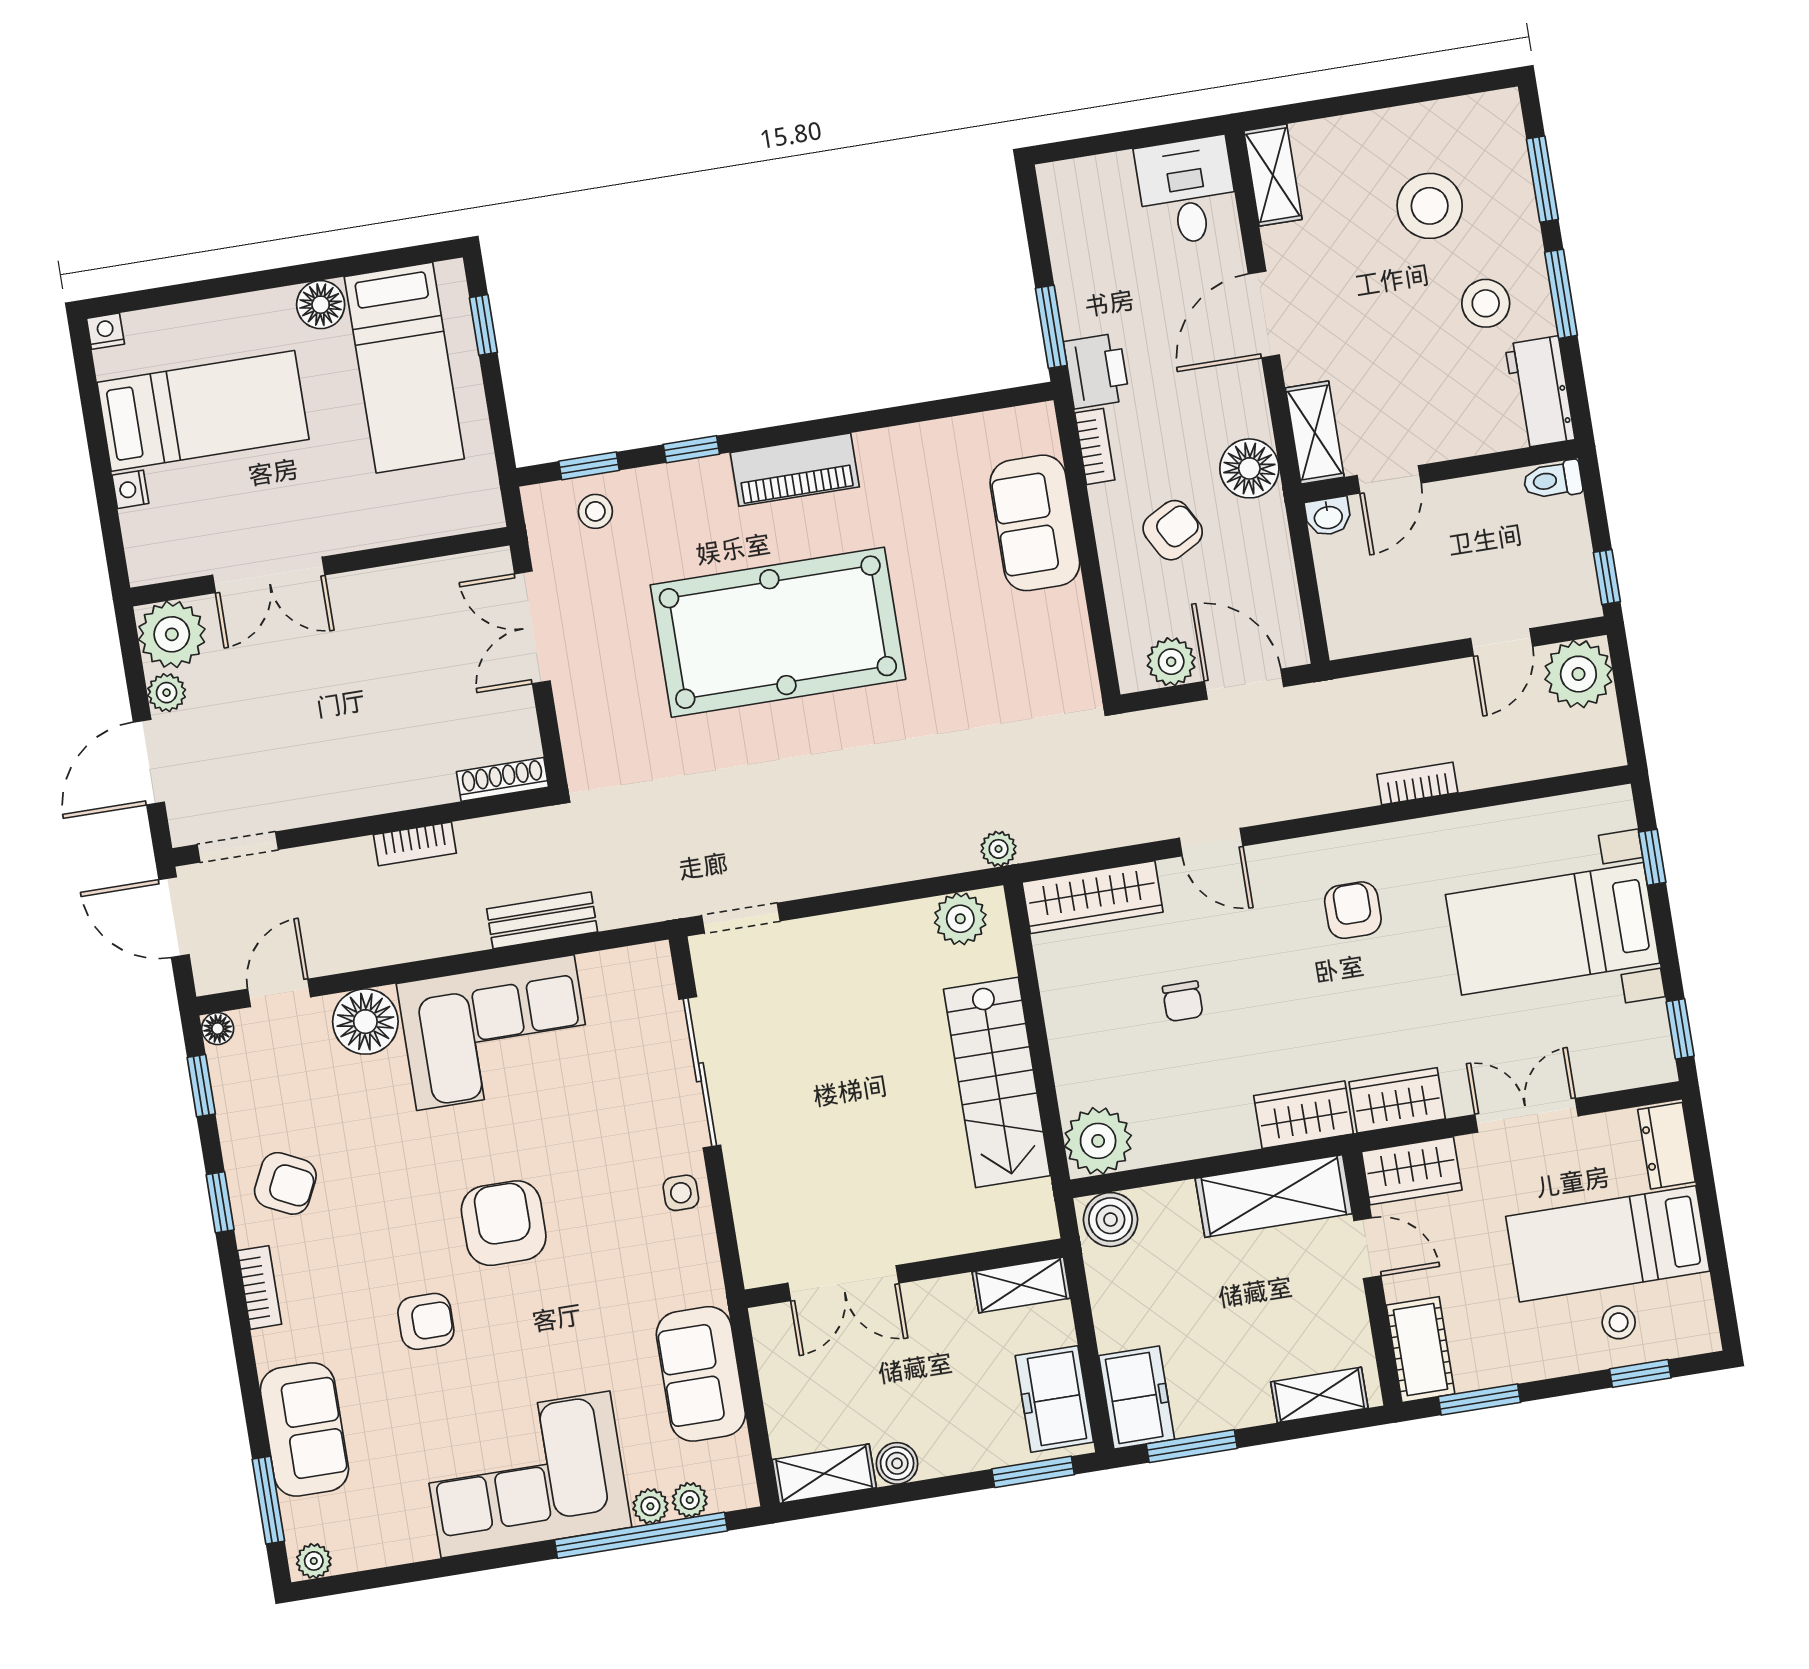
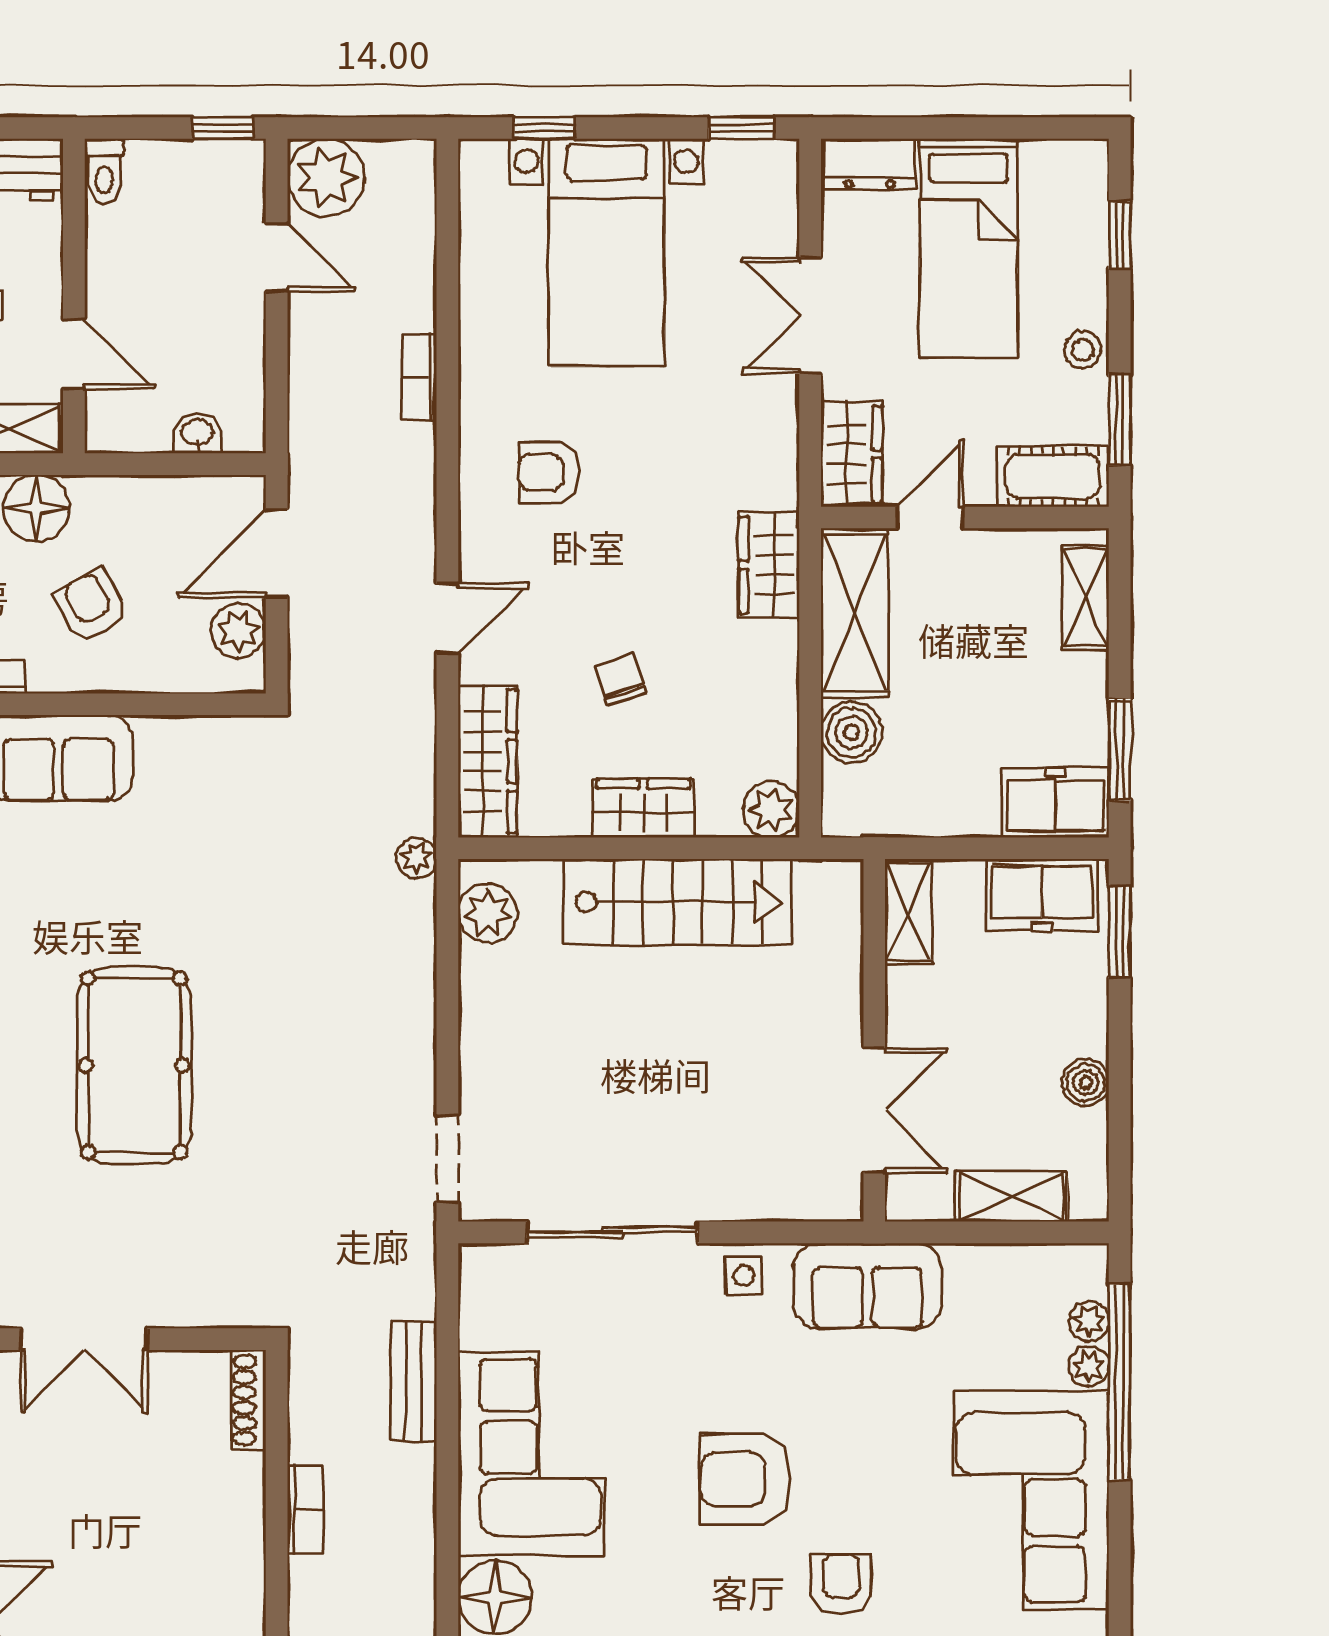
washbasin: (1328, 517) -> (197, 434), moved, turned -90
pool table: (778, 632) -> (134, 1065), width x0.73, depth x0.76
chair: (1183, 1001) -> (620, 679), turned -109
wardrobe: (1397, 1100) -> (643, 808), moved, turned 90
plant: (1098, 1141) -> (771, 810), width x0.73, depth x0.73
boiler: (1110, 1220) -> (851, 732), moved
stool: (1619, 1322) -> (1083, 350), moved
sofa: (701, 1374) -> (867, 1286), moved
shelving: (824, 1474) -> (1012, 1197), moved, turned 90

